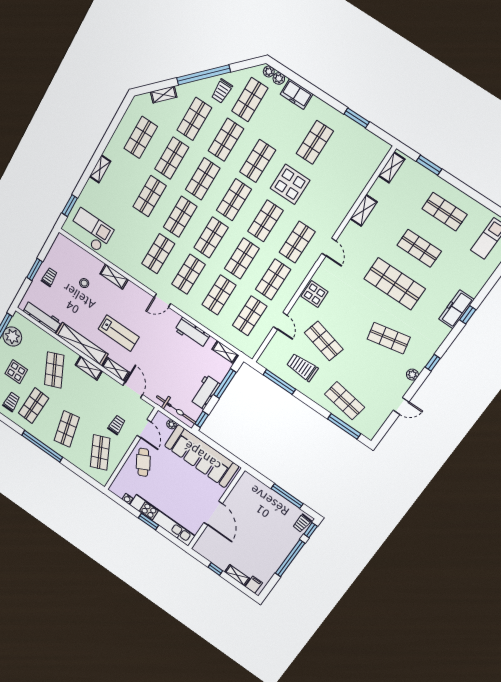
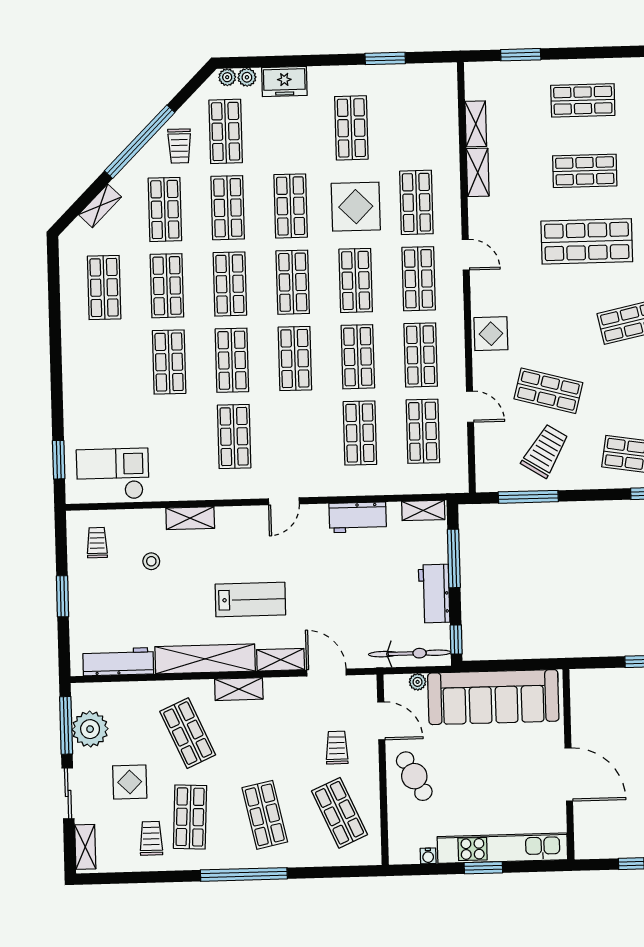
shelving: (392, 167) -> (476, 124), moved
shelving: (100, 169) -> (72, 374), removed
shop shelf: (188, 274) -> (416, 202), moved
trolley: (49, 277) -> (97, 543), moved
trolley: (302, 367) -> (545, 451), turned 122

